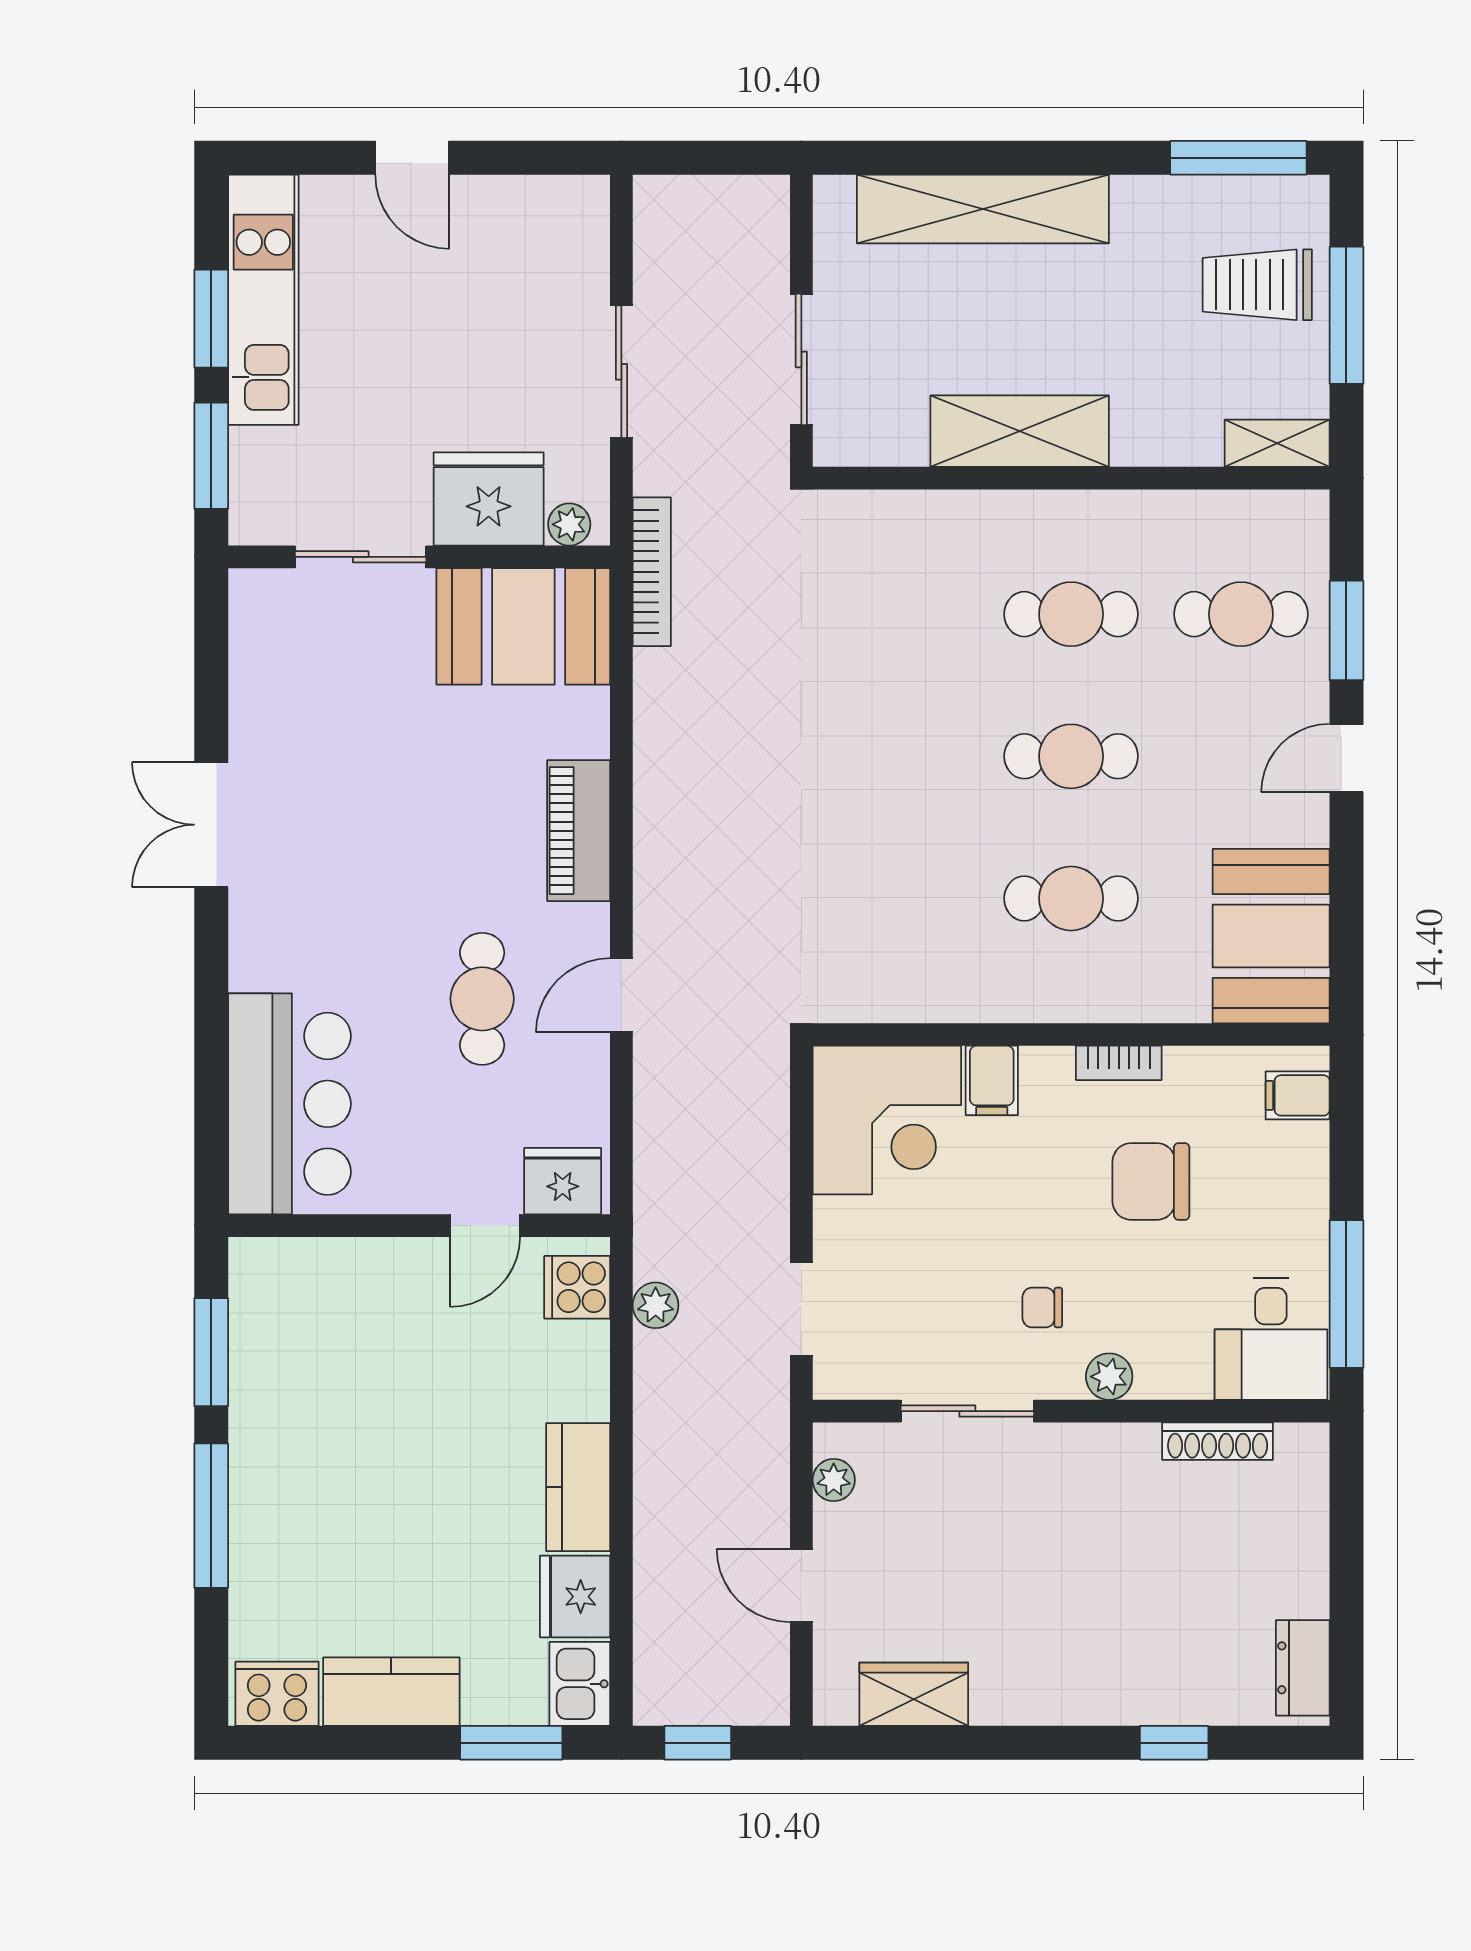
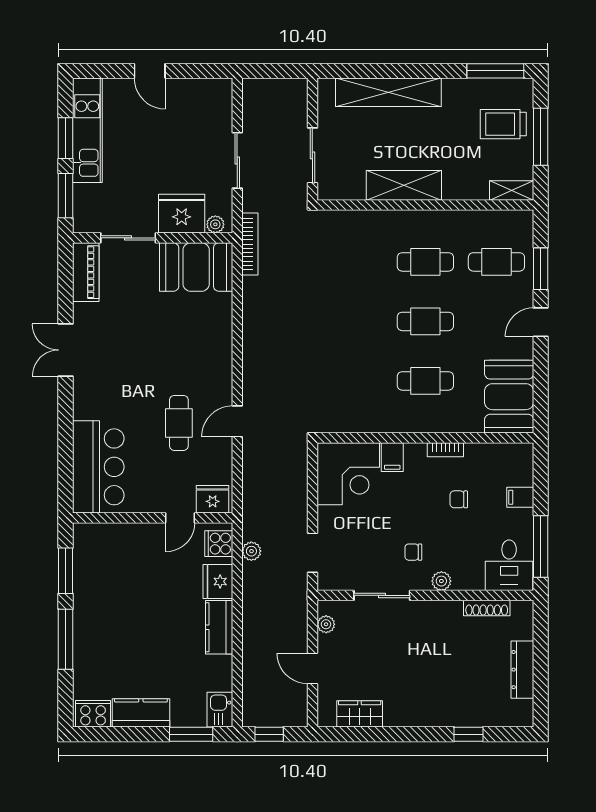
piano: (579, 831) -> (86, 272), moved, turned 180
filing cabinet: (1298, 1095) -> (520, 497), moved
chair: (1151, 1181) -> (459, 499), width x0.54, depth x0.54
fridge: (575, 1597) -> (218, 581), moved
dresser: (1303, 1668) -> (522, 670), moved, width x1.44

